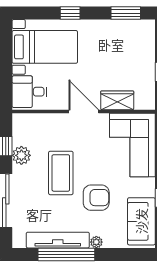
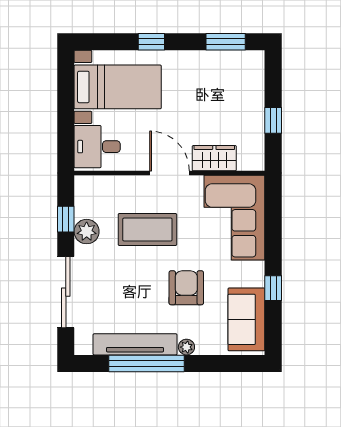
coffee table: (61, 173) -> (147, 229), moved, turned 90
armchair: (96, 198) -> (186, 288), turned -90

